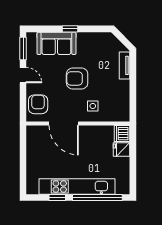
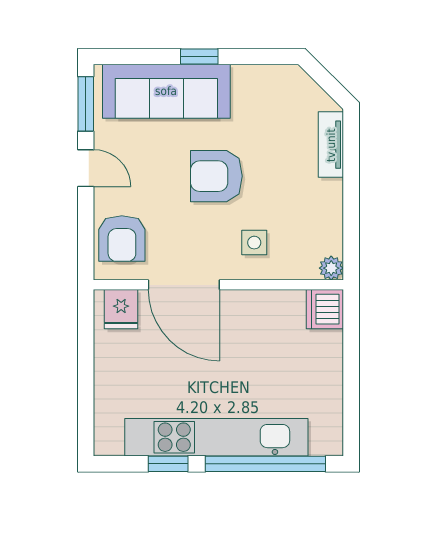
sofa: (56, 43) -> (166, 91), width x1.36
armchair: (38, 104) -> (122, 239), turned 180
plant: (125, 117) -> (331, 268), added
fridge: (122, 150) -> (121, 309), moved, turned -90

